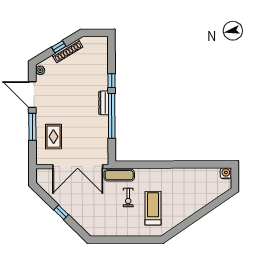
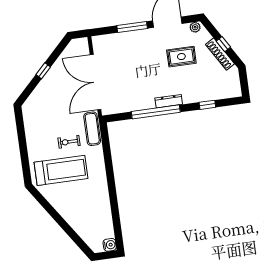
window: (112, 81) -> (207, 105), moved
rug: (53, 137) -> (181, 57), moved
treadmill: (153, 208) -> (61, 170), width x1.37, depth x1.38

